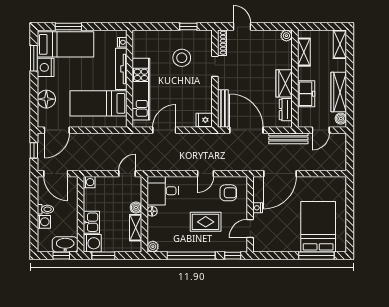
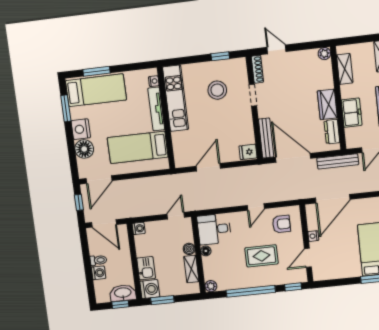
nightstand: (46, 67) -> (81, 129), moved
kitchen unit: (141, 89) -> (175, 98), moved

